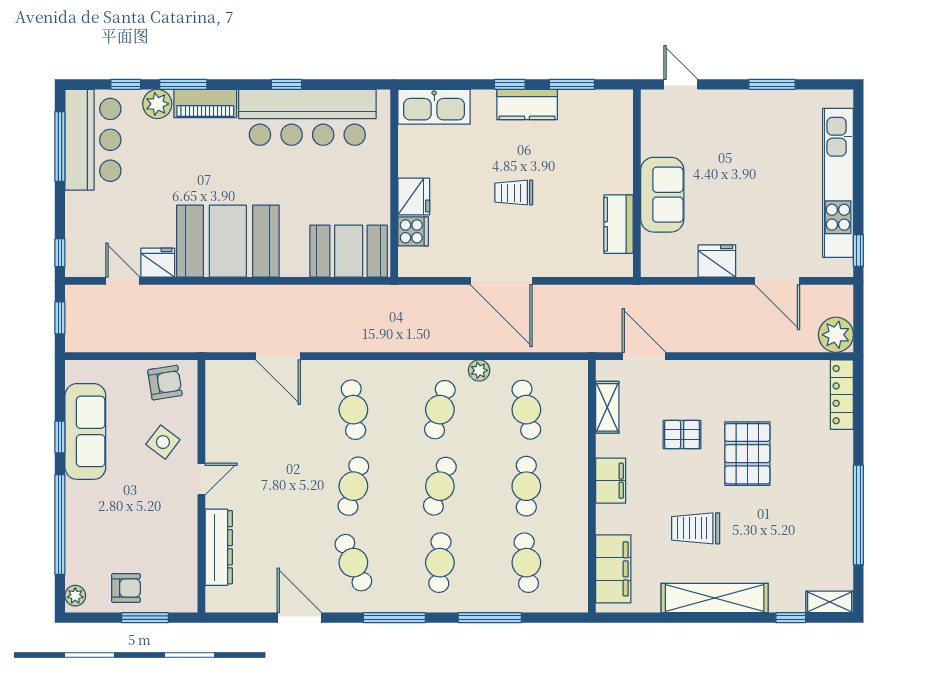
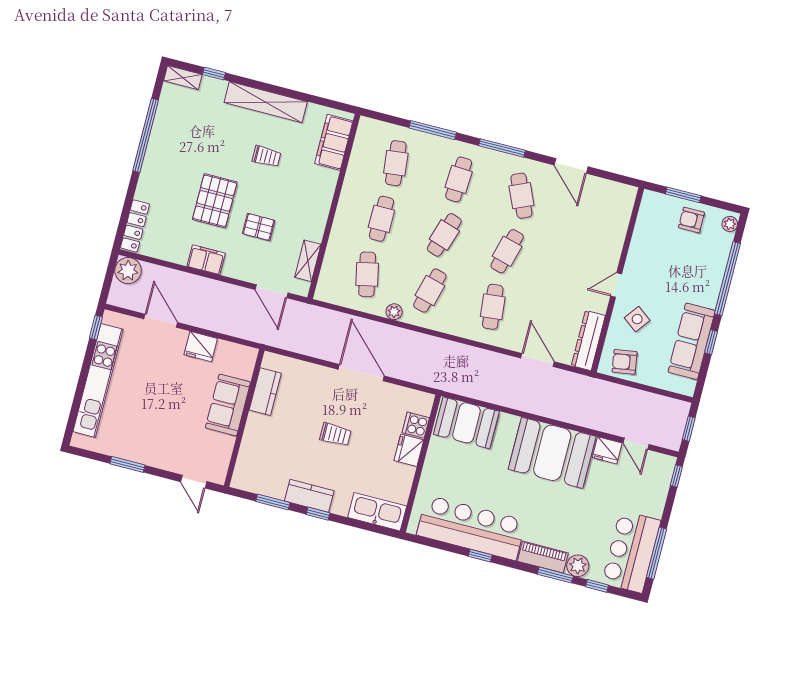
filing cabinet: (611, 481) -> (206, 260), moved, turned 90
trolley: (696, 528) -> (266, 156), width x0.73, depth x0.72
dresser: (219, 547) -> (588, 341), moved

